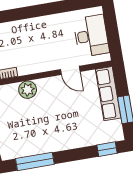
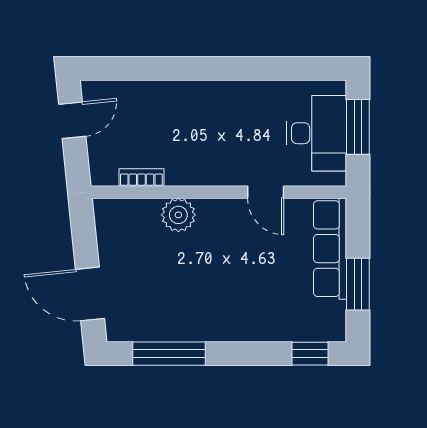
window: (112, 29) -> (358, 127), added

